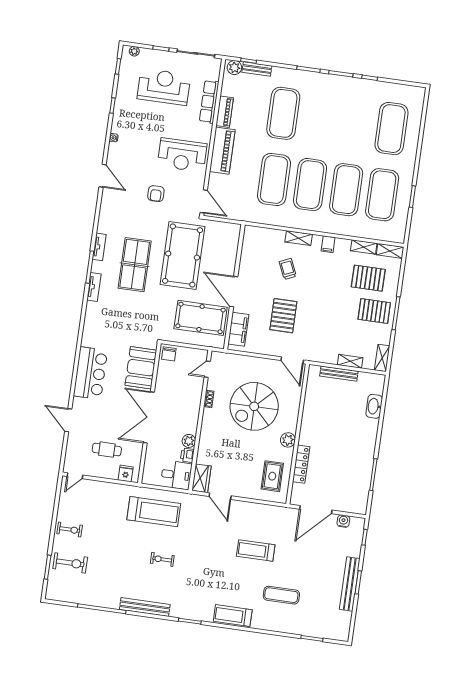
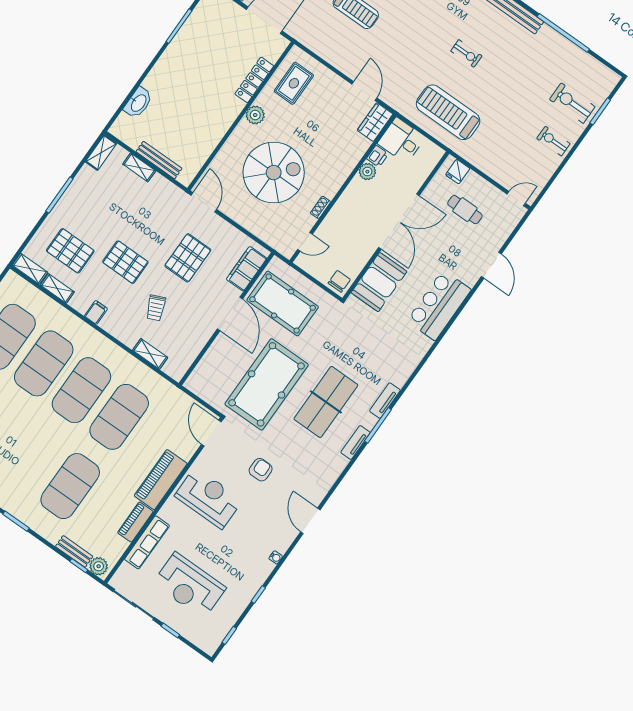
plant: (134, 51) -> (202, 643), removed
shelving: (299, 238) -> (150, 354), moved
pallet: (374, 311) -> (125, 262), moved

